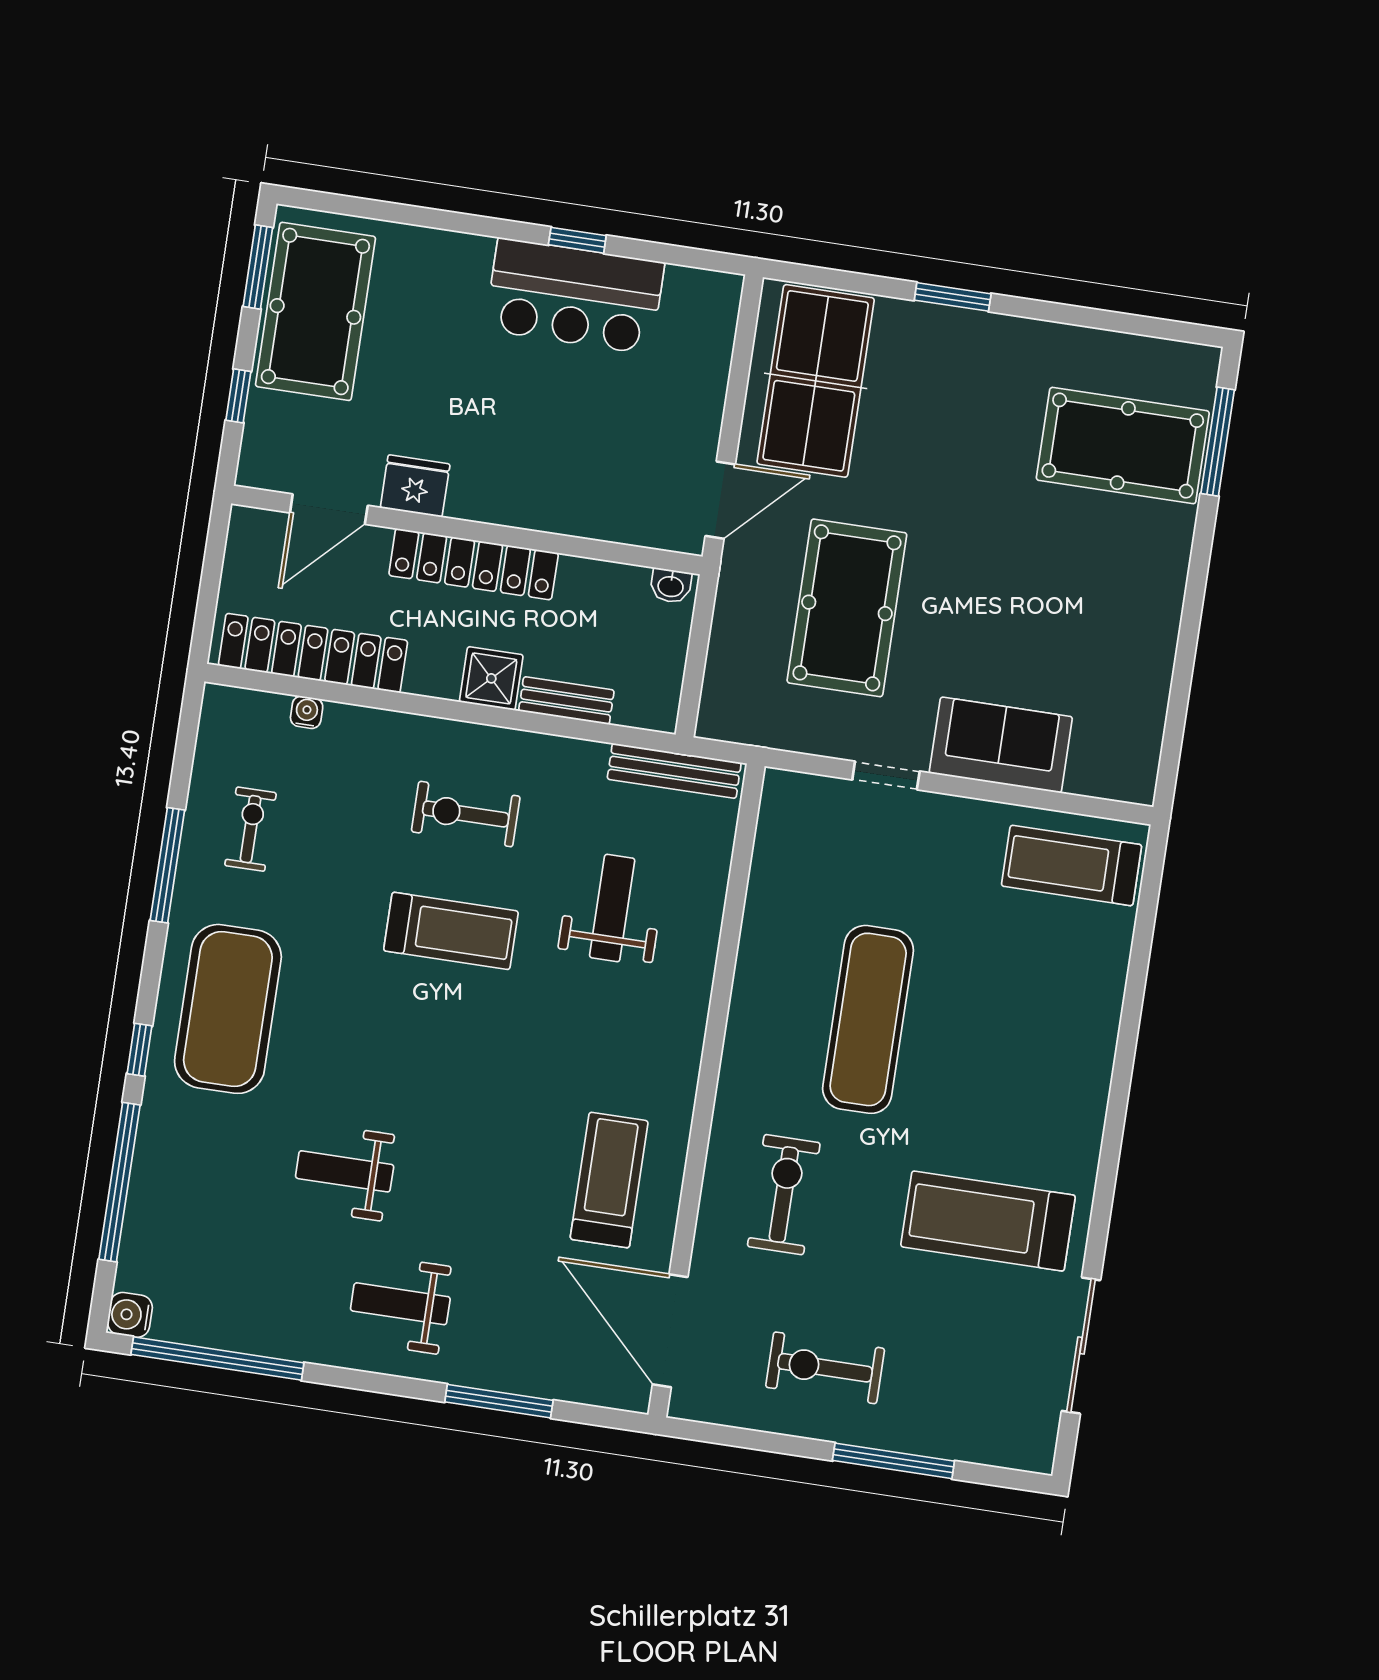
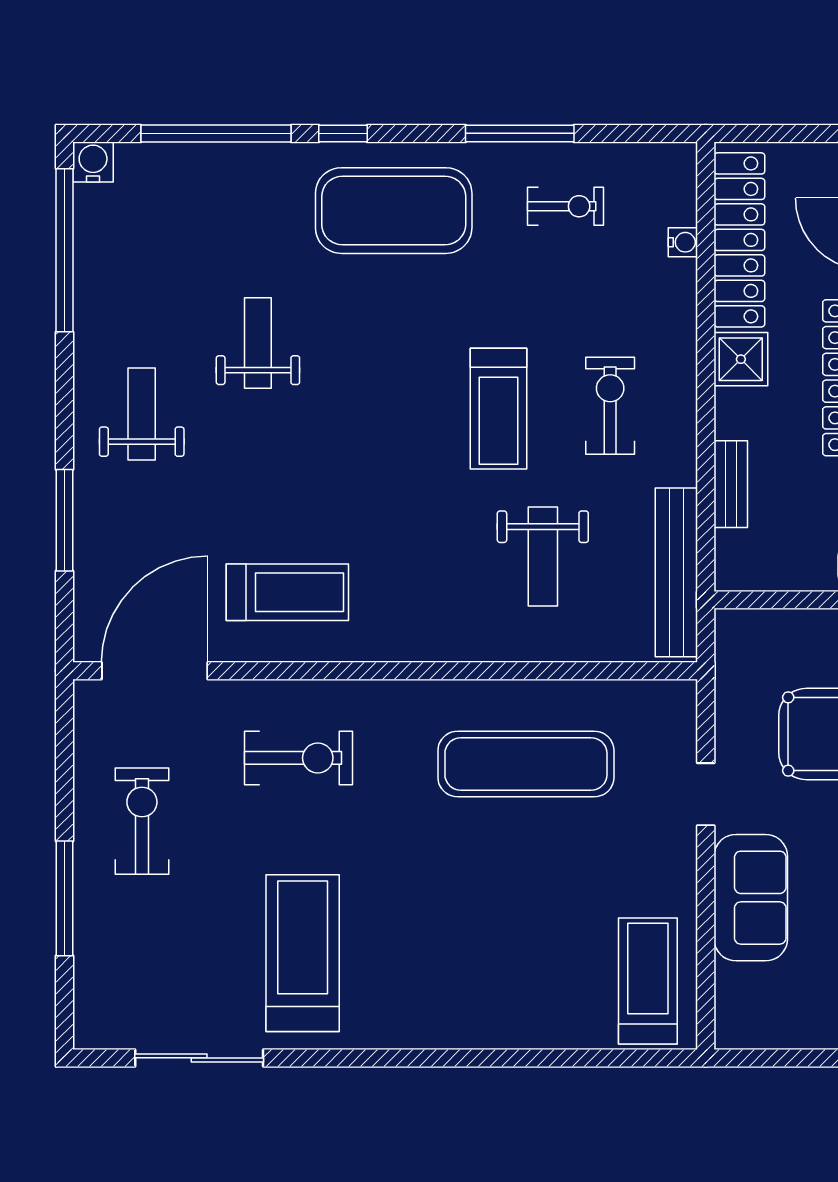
shower: (491, 678) -> (741, 359), moved
bench: (674, 771) -> (676, 572), width x1.37, depth x1.21
weight bench: (612, 908) -> (543, 556), turned 90
exercise mat: (868, 1019) -> (526, 764), moved

